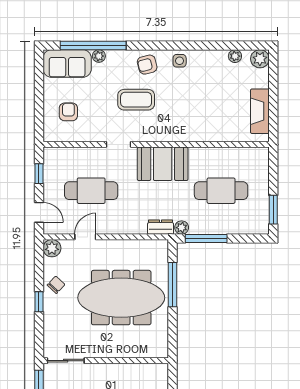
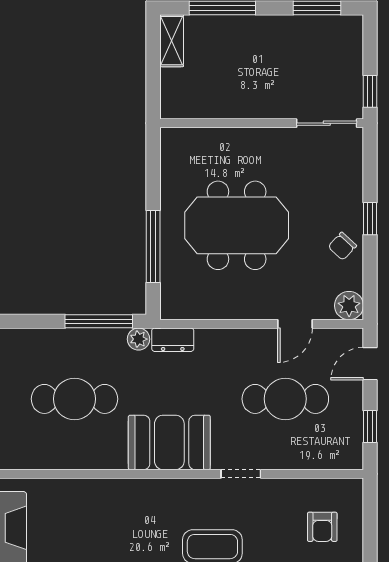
door: (39, 212) -> (370, 364), hinge flipped
meeting table: (121, 298) -> (237, 225), width x0.73

